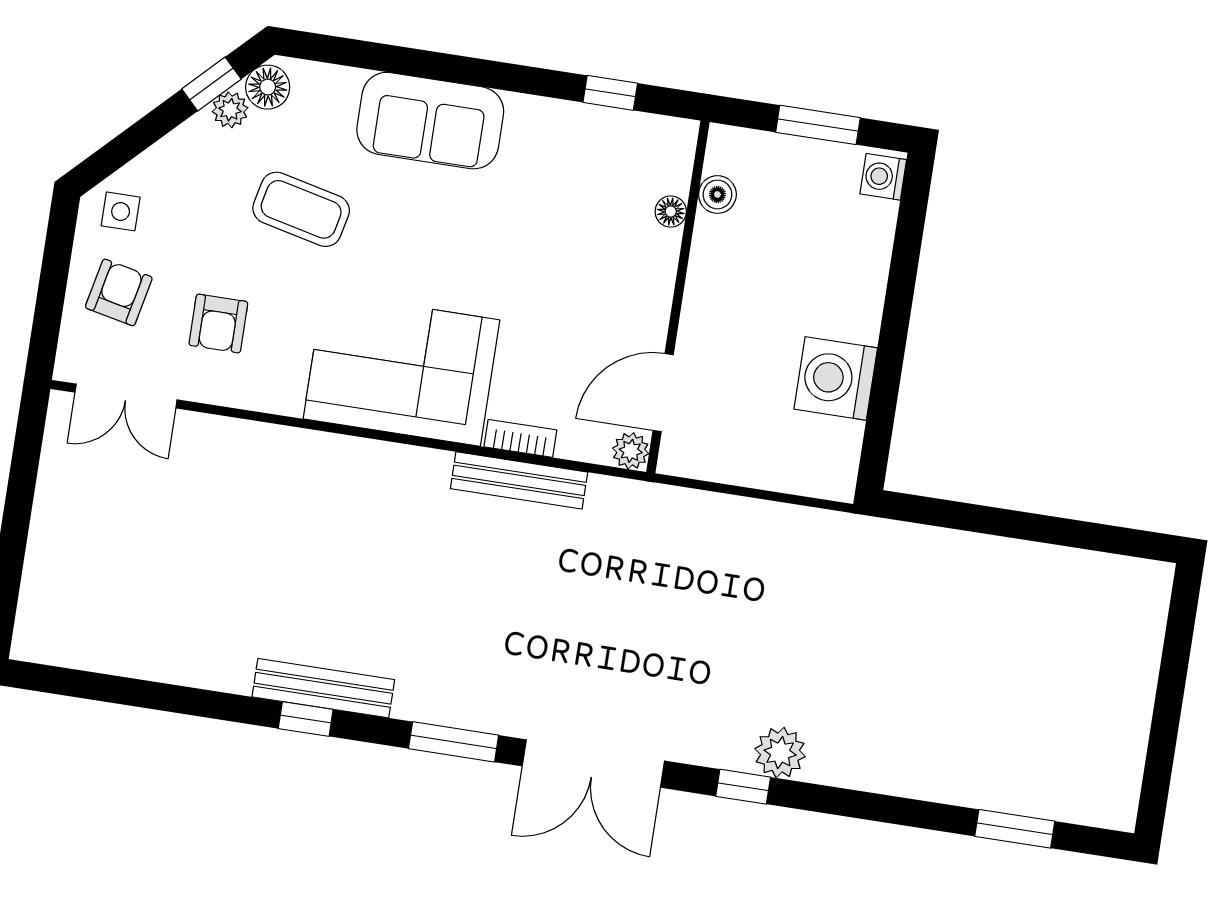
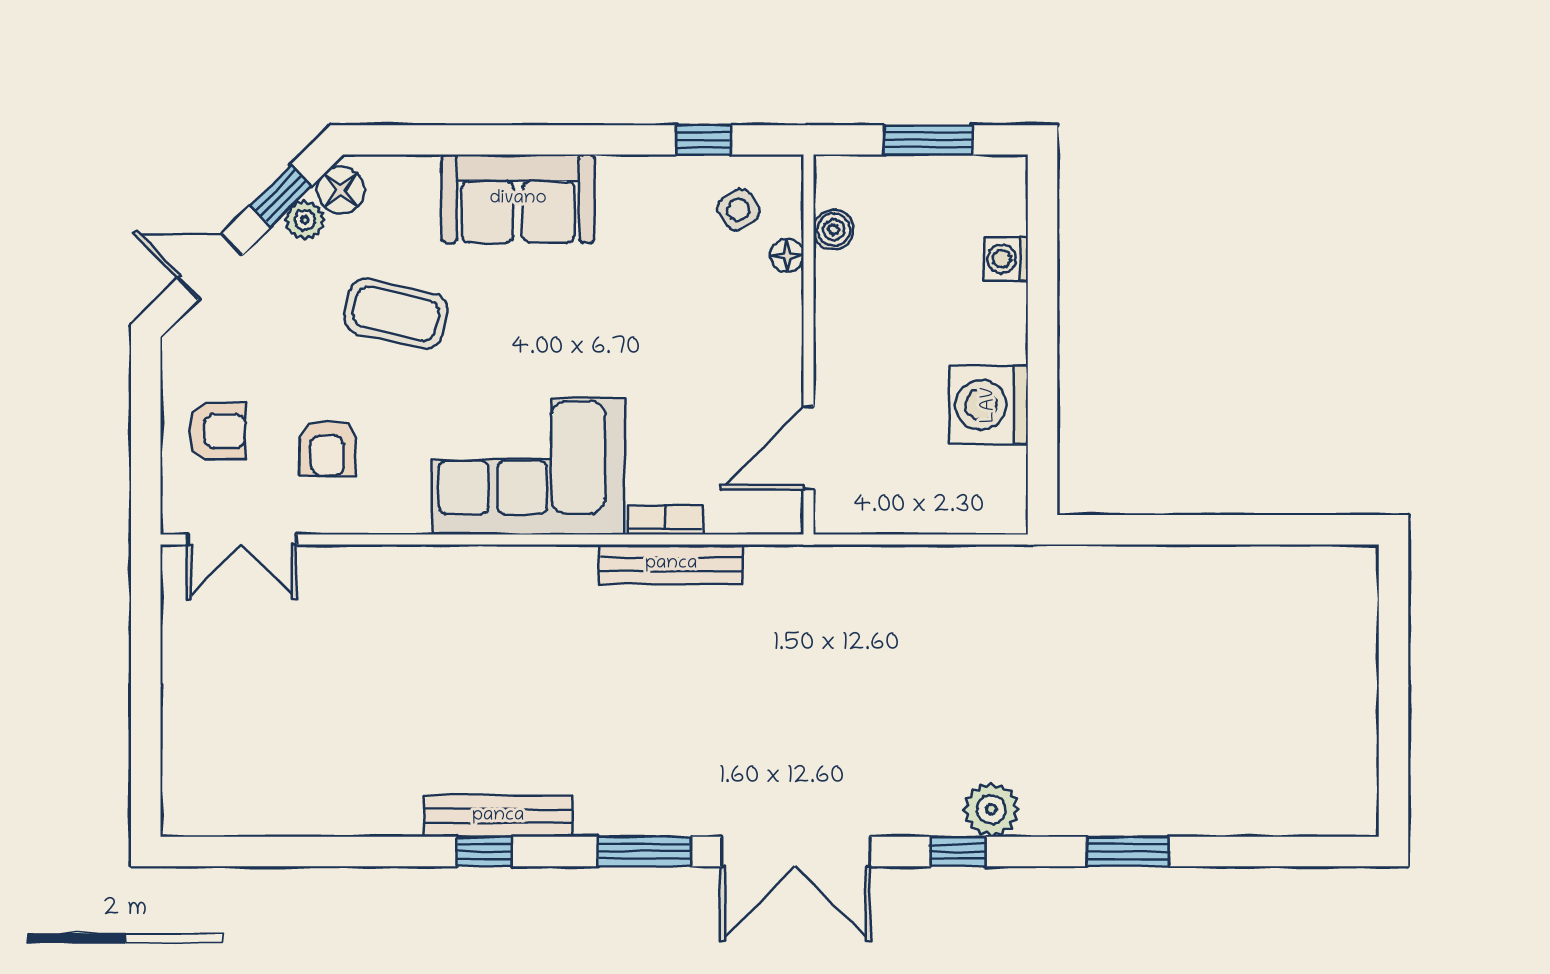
door: (136, 139) -> (210, 267), added
washing machine: (883, 177) -> (1006, 259), moved
side table: (121, 211) -> (738, 210), moved, turned -32
armchair: (119, 292) -> (217, 431), turned 78
plant: (631, 451) -> (784, 515), removed
window: (1015, 829) -> (1128, 852), moved

